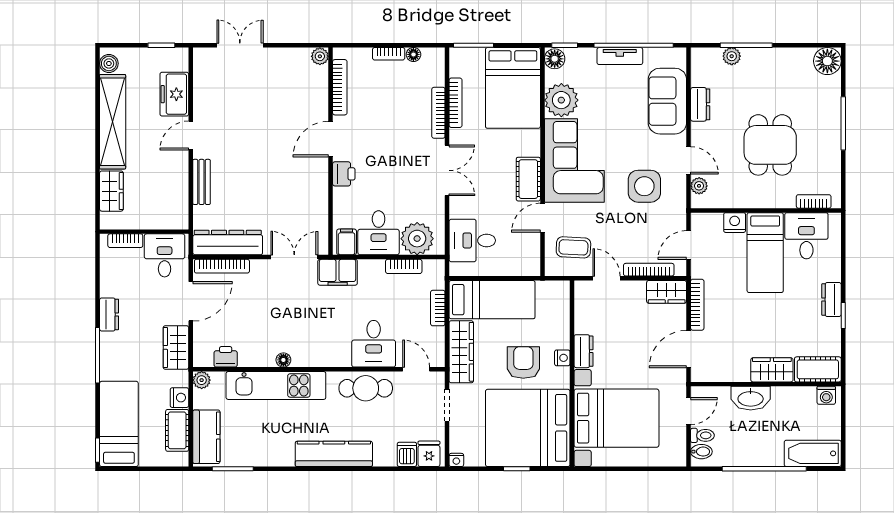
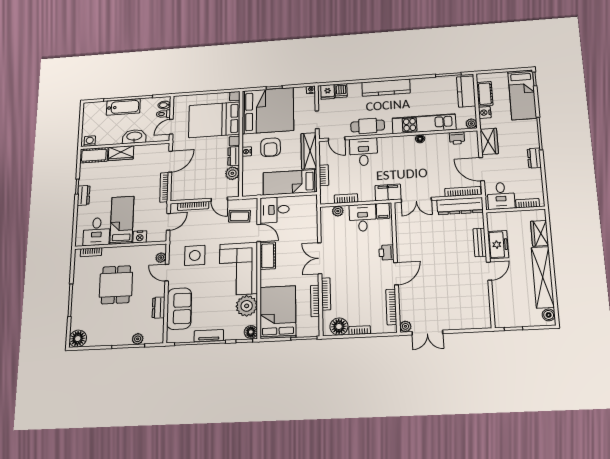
double door: (240, 45) -> (427, 333), moved
floor lamp: (413, 54) -> (339, 327), width x1.89, depth x1.89
freezer: (174, 94) -> (498, 245), moved
door: (542, 218) -> (259, 233), hinge flipped
plant: (417, 239) -> (338, 211), width x0.53, depth x0.53
desk: (472, 240) -> (275, 210), moved, turned 180
wardrobe: (667, 292) -> (183, 194), removed
door: (191, 301) -> (482, 169), hinge flipped
plant: (586, 321) -> (232, 173), added
bathtub: (813, 453) -> (123, 107), moved

